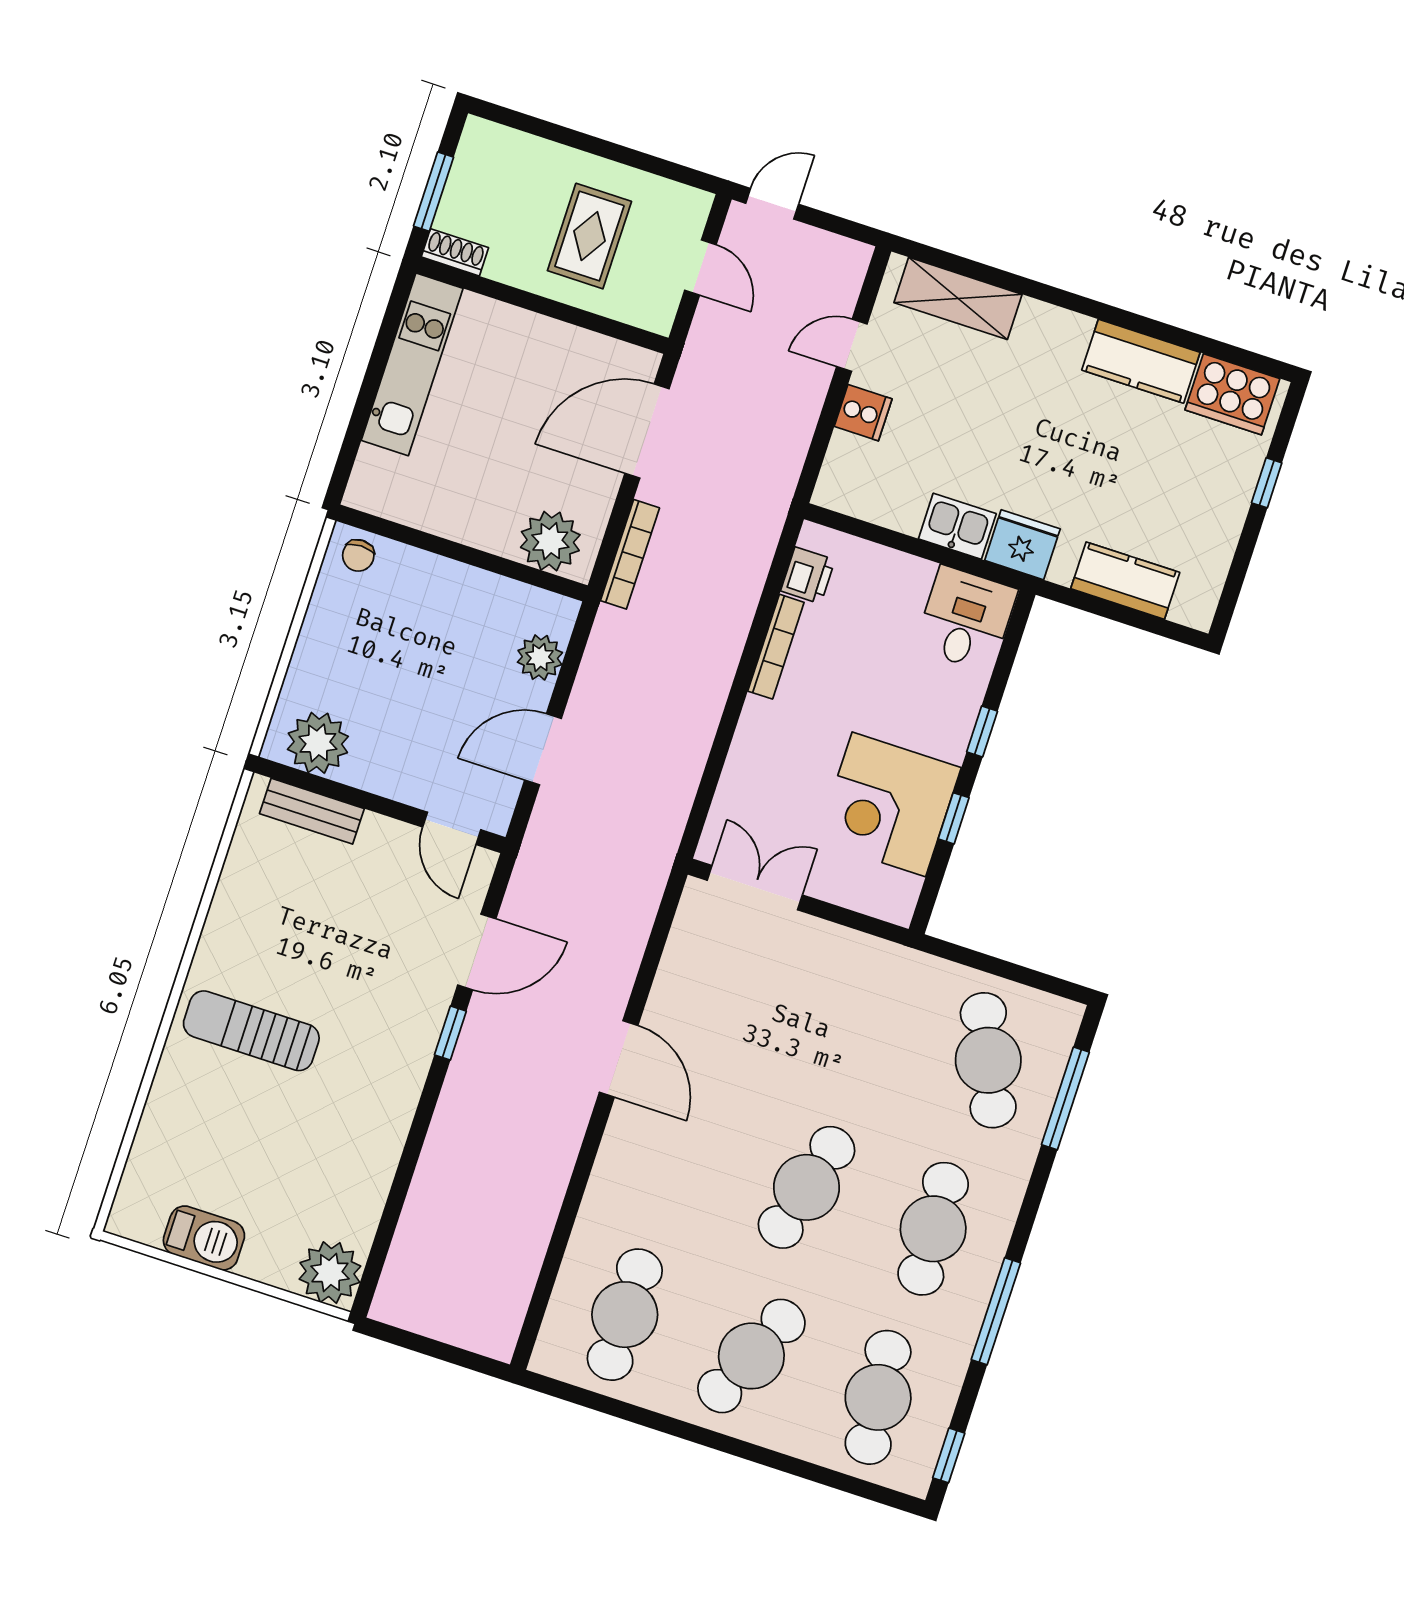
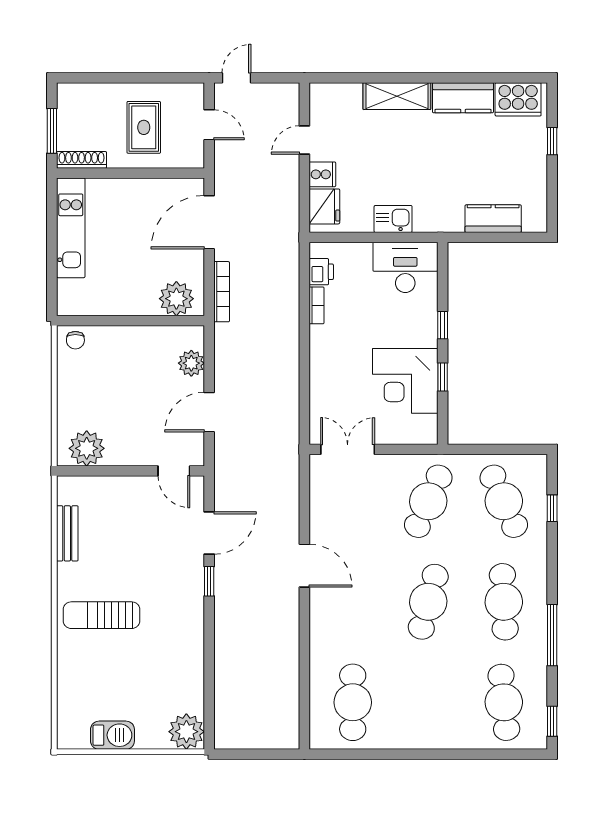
shoe rack: (455, 252) -> (82, 160), width x1.43
shelving: (958, 298) -> (397, 96), moved
fridge: (1022, 545) -> (324, 206), moved, turned 90
desk: (966, 619) -> (405, 267), width x1.37
bookcase: (776, 647) -> (317, 305), width x0.64
bench: (312, 811) -> (67, 533), moved, turned 90
window: (1065, 1098) -> (552, 508), width x0.46
cafe table: (751, 1356) -> (428, 501), moved

